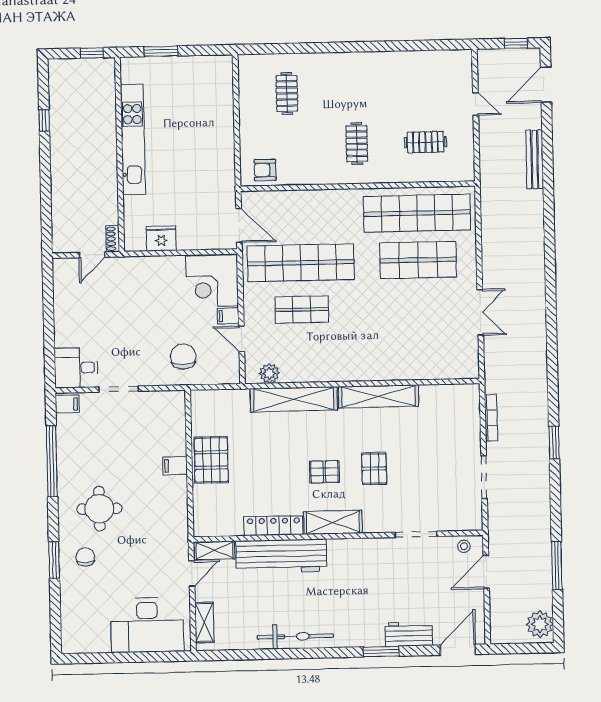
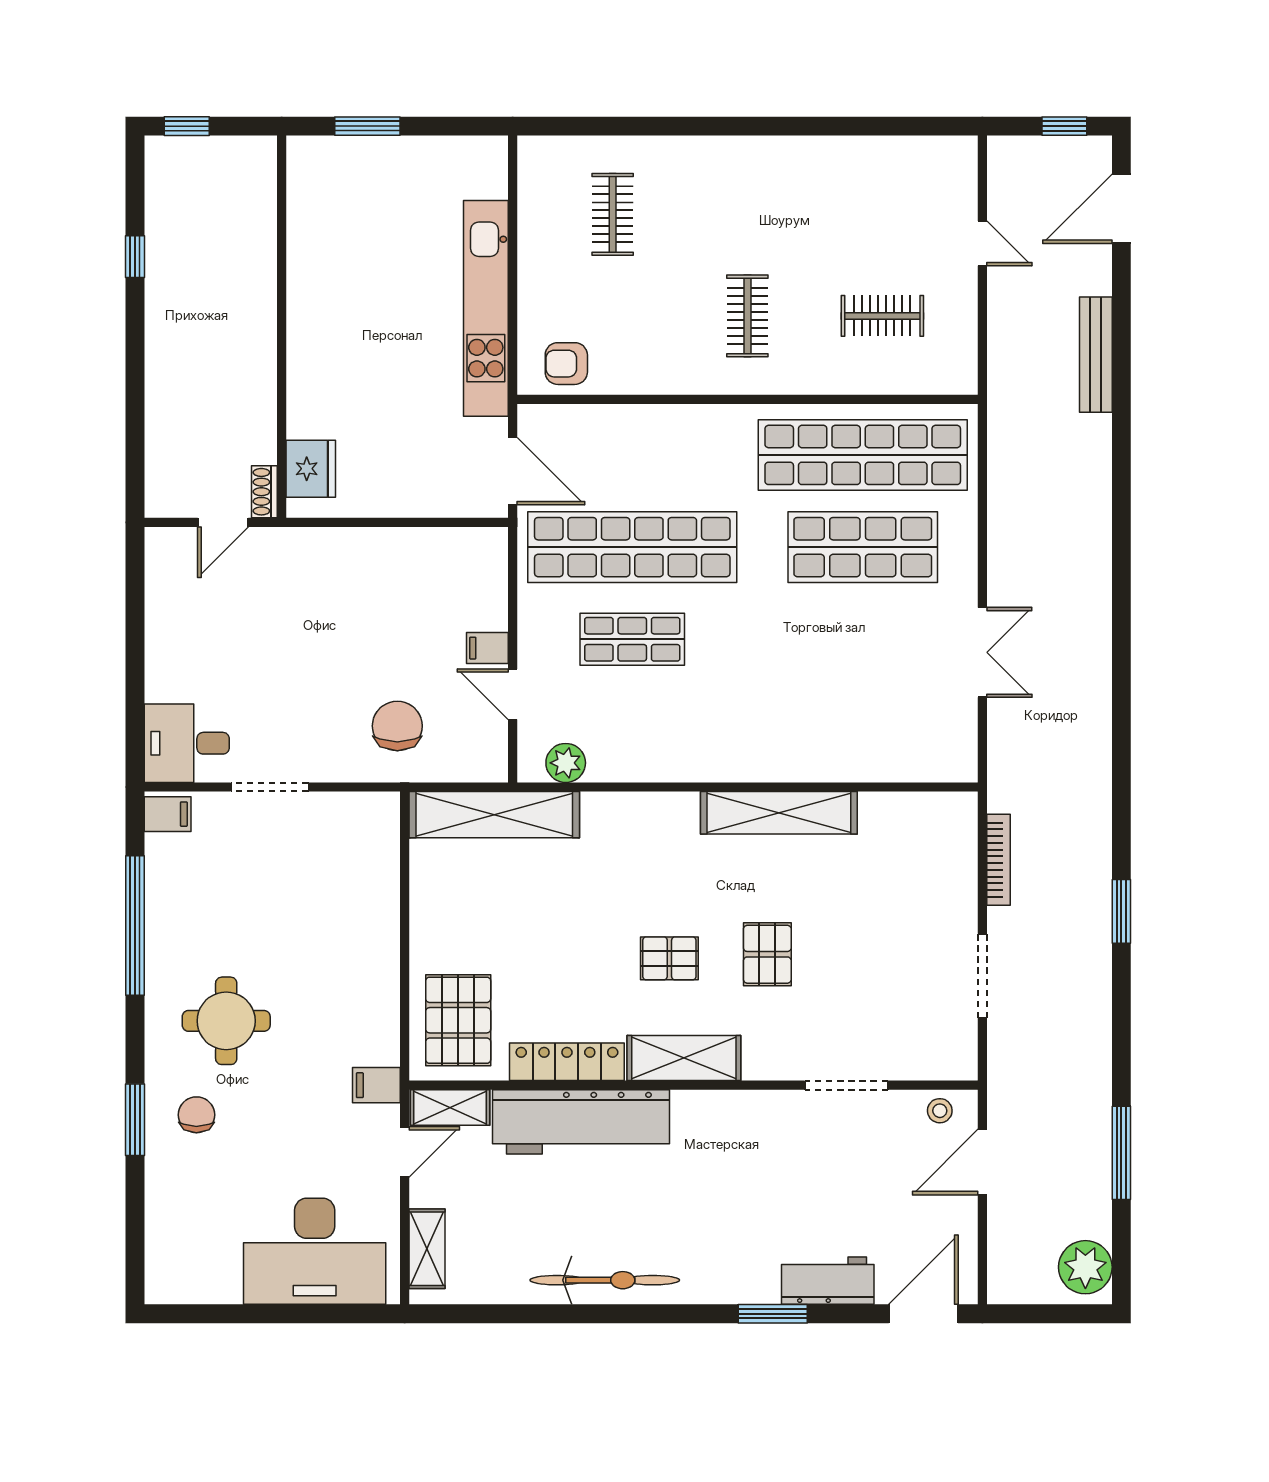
window: (92, 53) -> (187, 126), moved
kitchen unit: (133, 139) -> (486, 308), moved, turned 180
fridge: (161, 238) -> (311, 469), moved, turned 90
corner desk: (212, 281) -> (458, 579), removed
shelving: (294, 399) -> (494, 815), moved
pallet: (211, 460) -> (458, 1020), moved
filing cabinet: (175, 466) -> (376, 1085), moved

